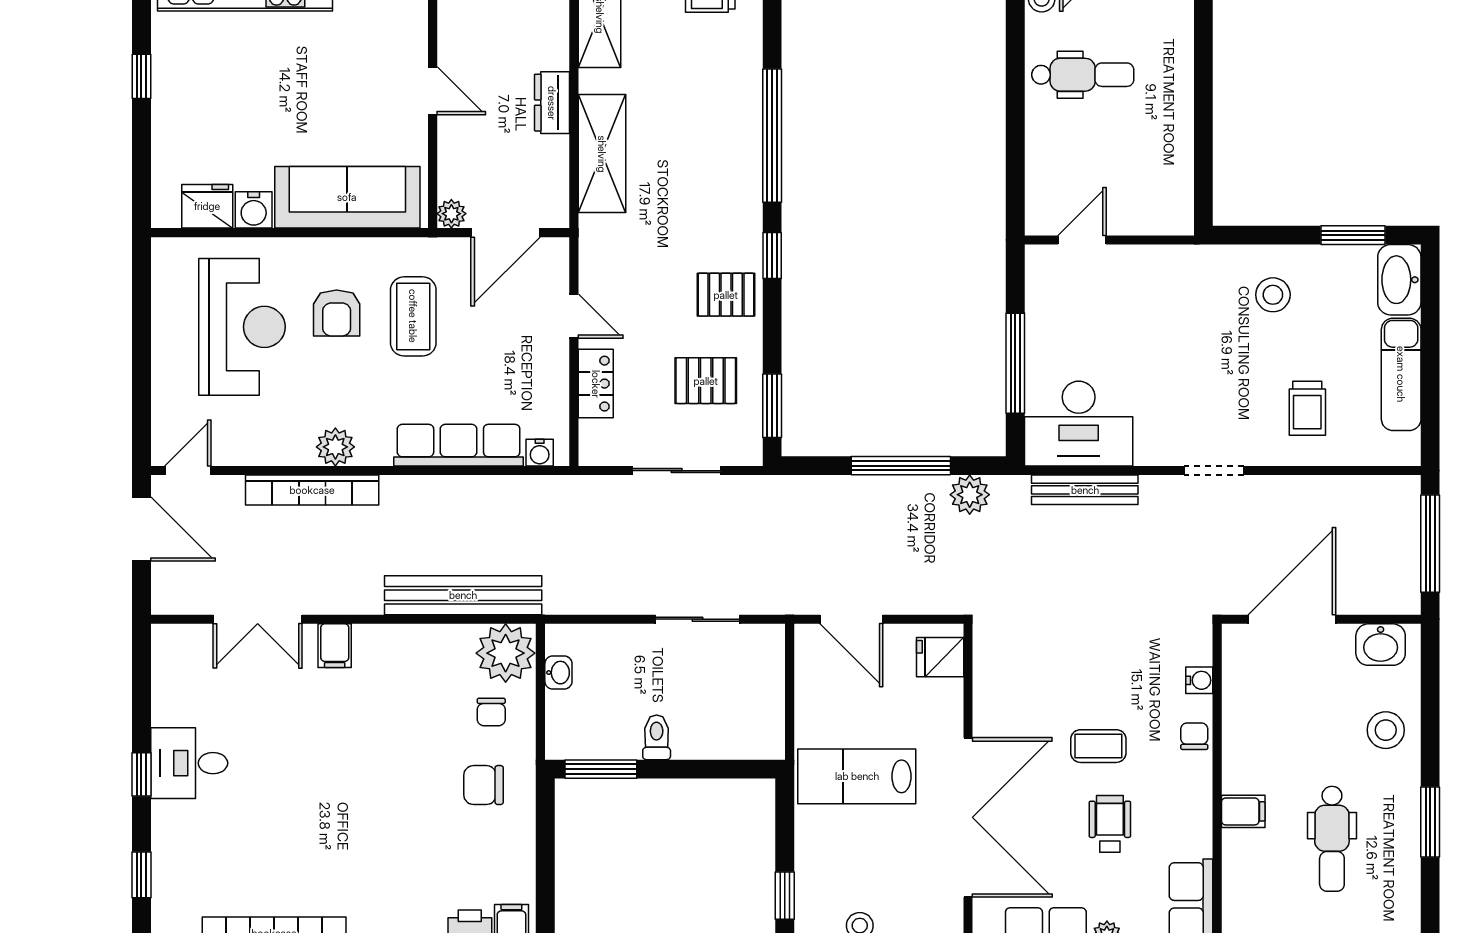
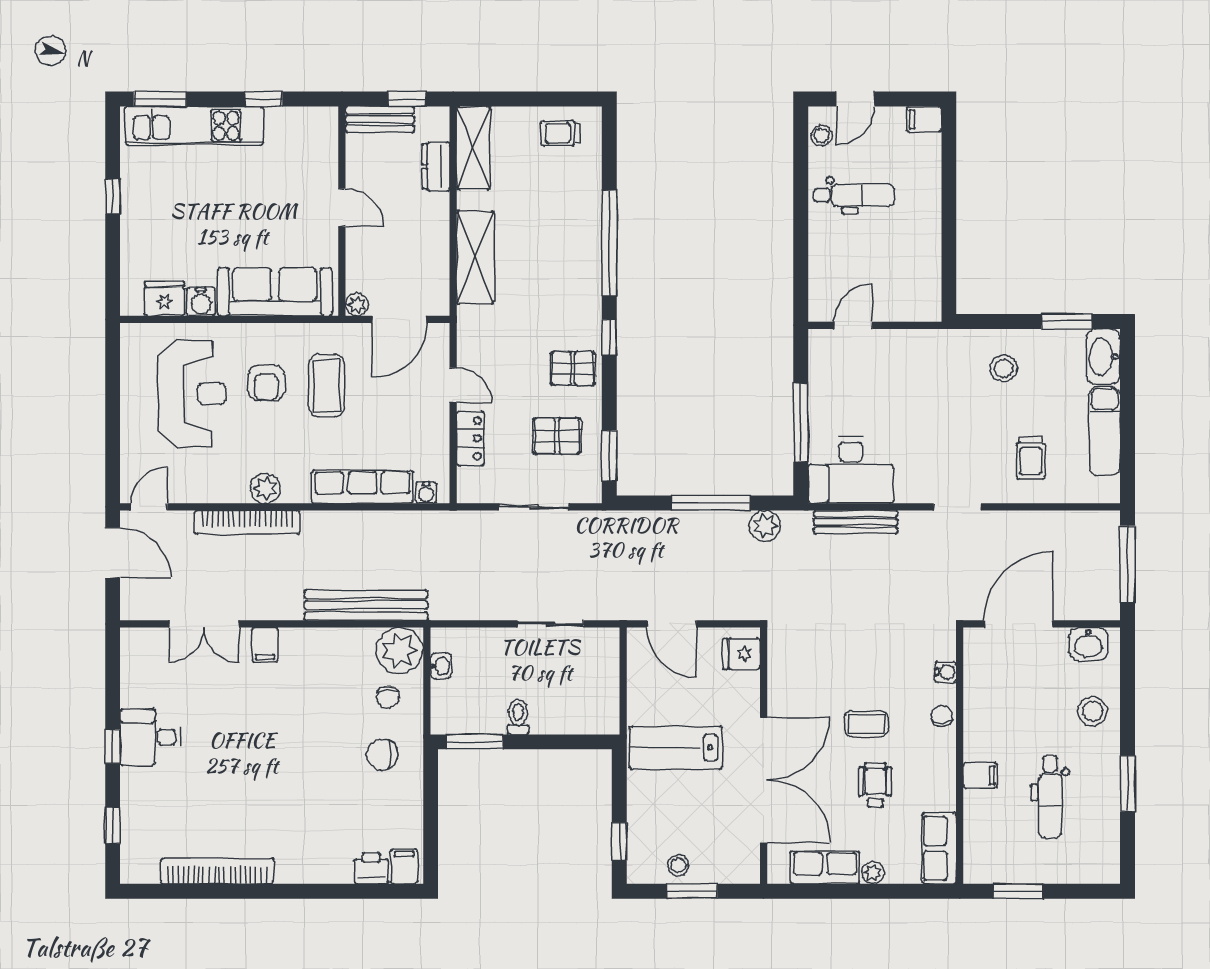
dresser: (552, 103) -> (436, 167), moved

